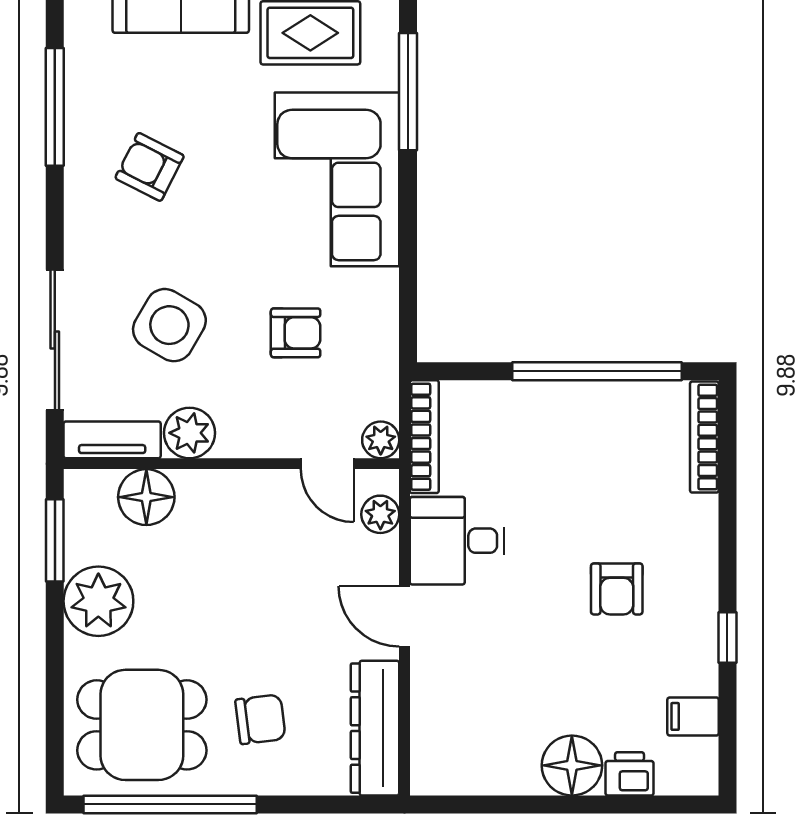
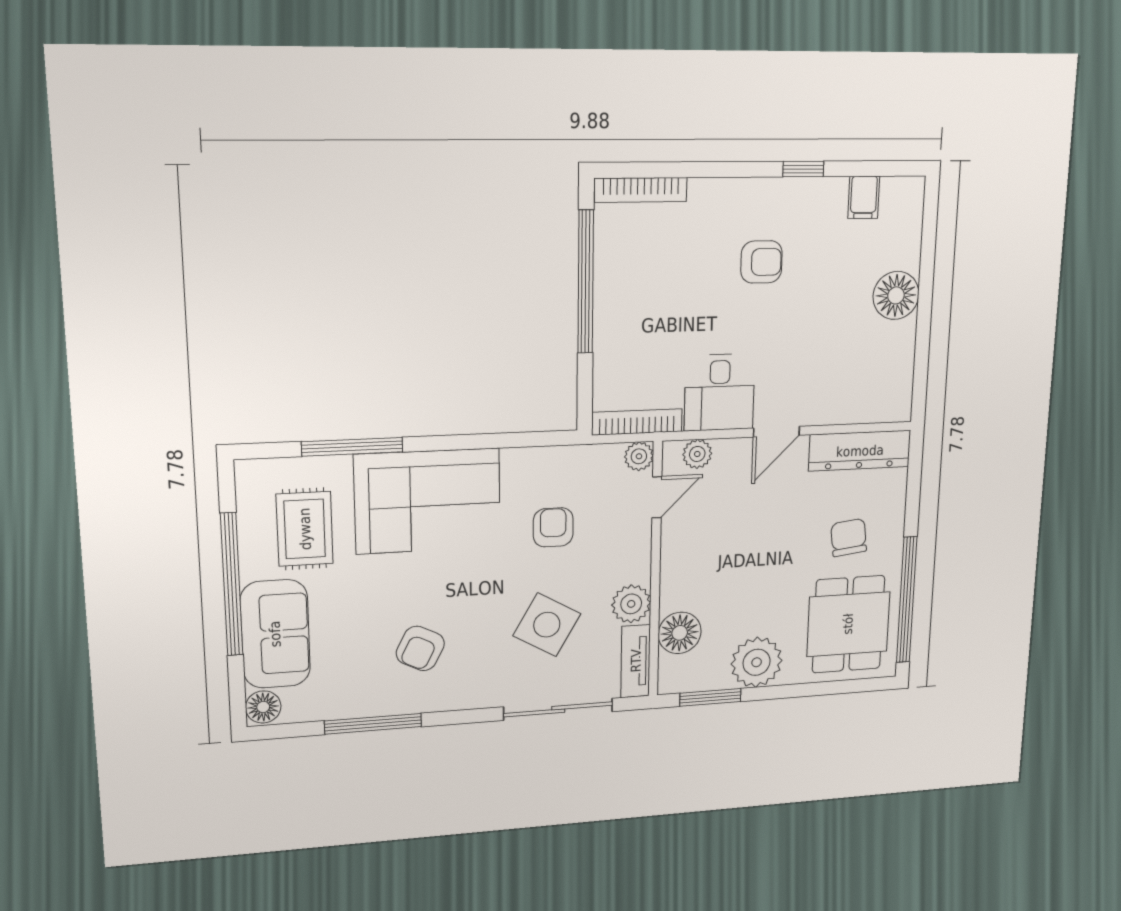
printer: (629, 774) -> (905, 249), removed

